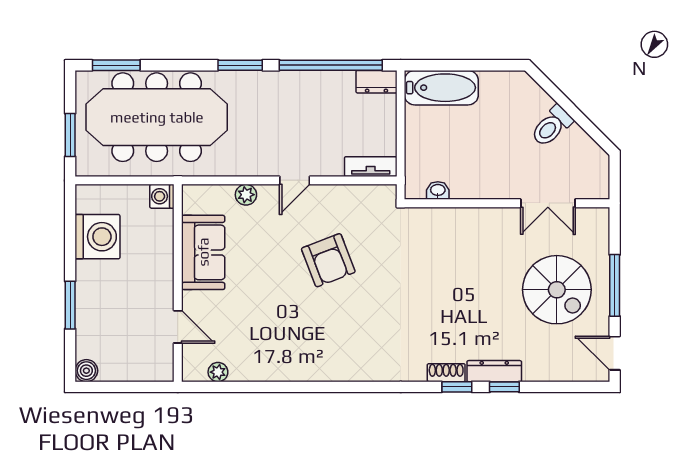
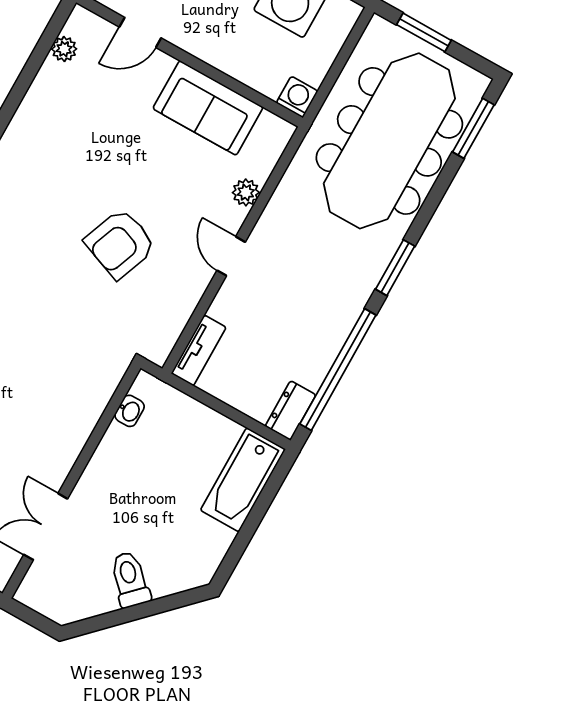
armchair: (328, 260) -> (120, 244), turned -48

